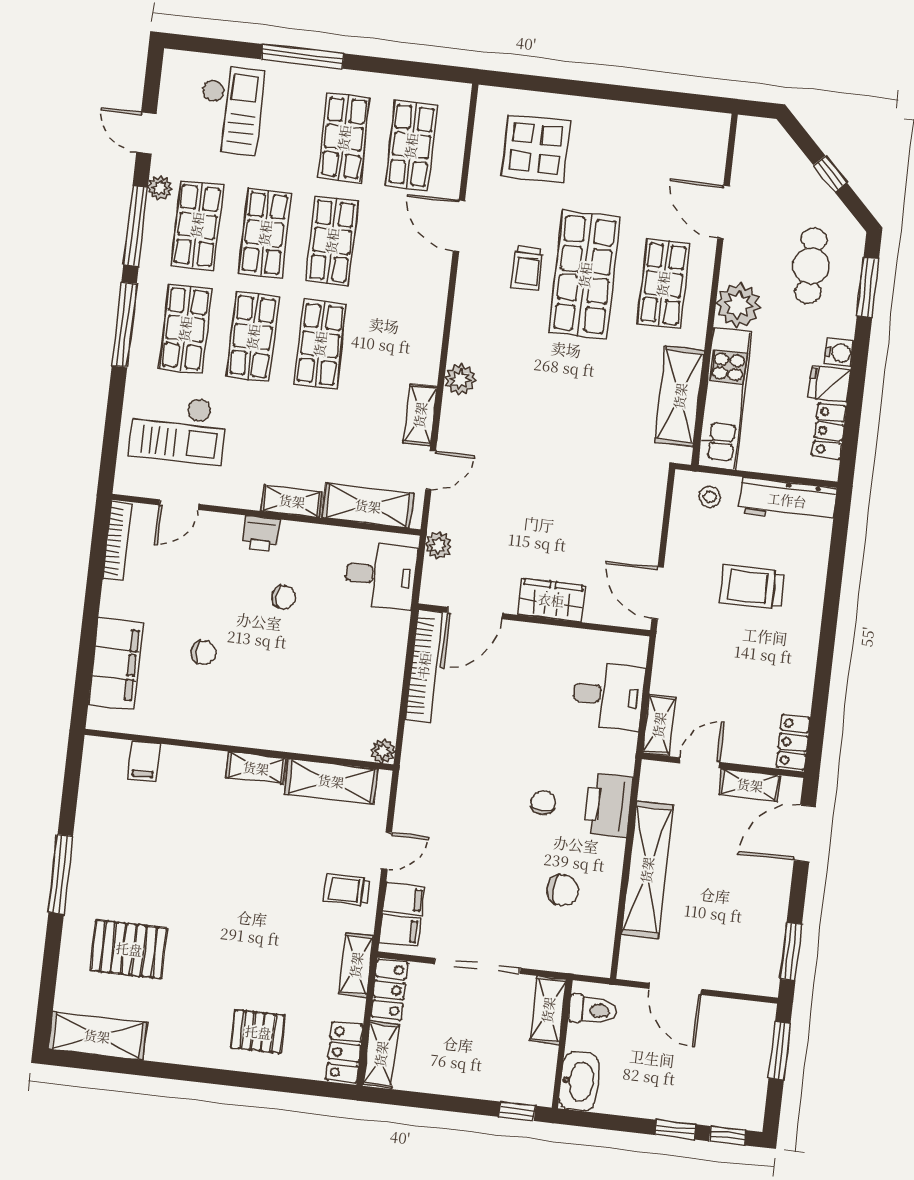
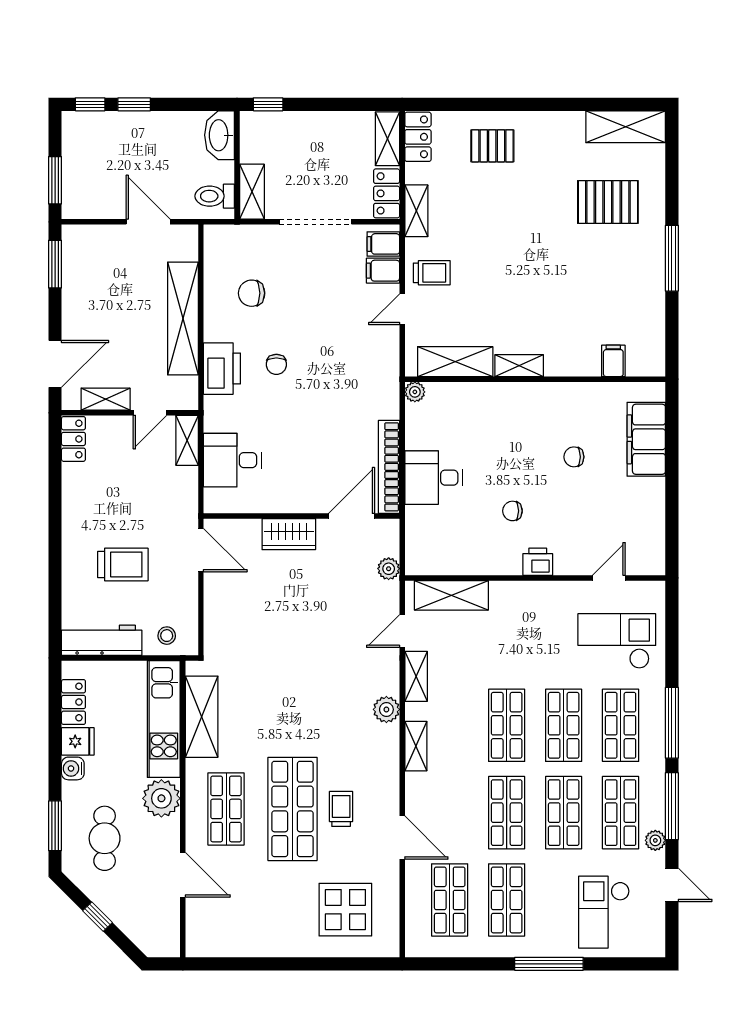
shelving: (292, 501) -> (416, 746), moved, turned 90
bookcase: (117, 541) -> (657, 542), removed
desk: (381, 575) -> (434, 478), moved

